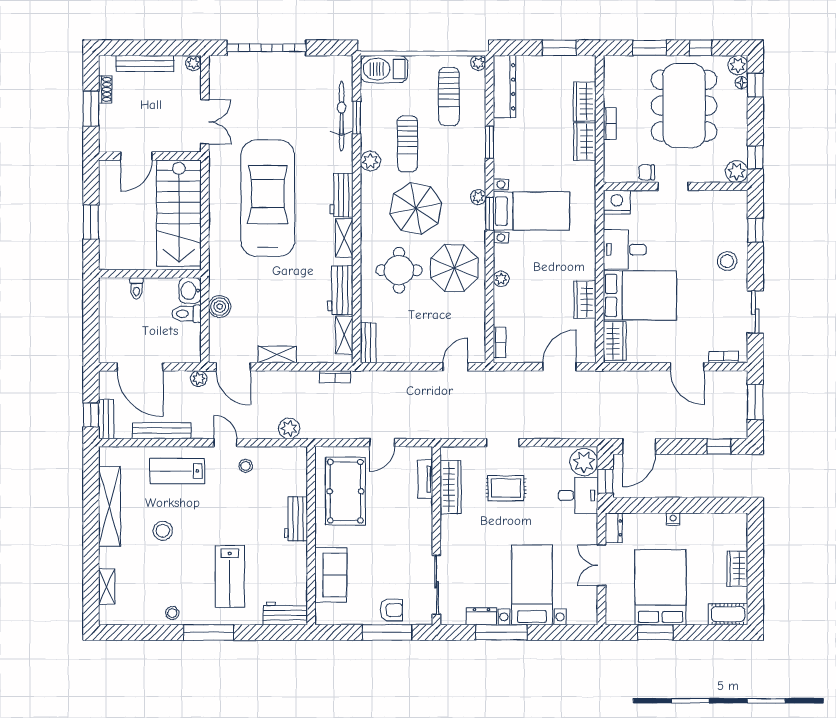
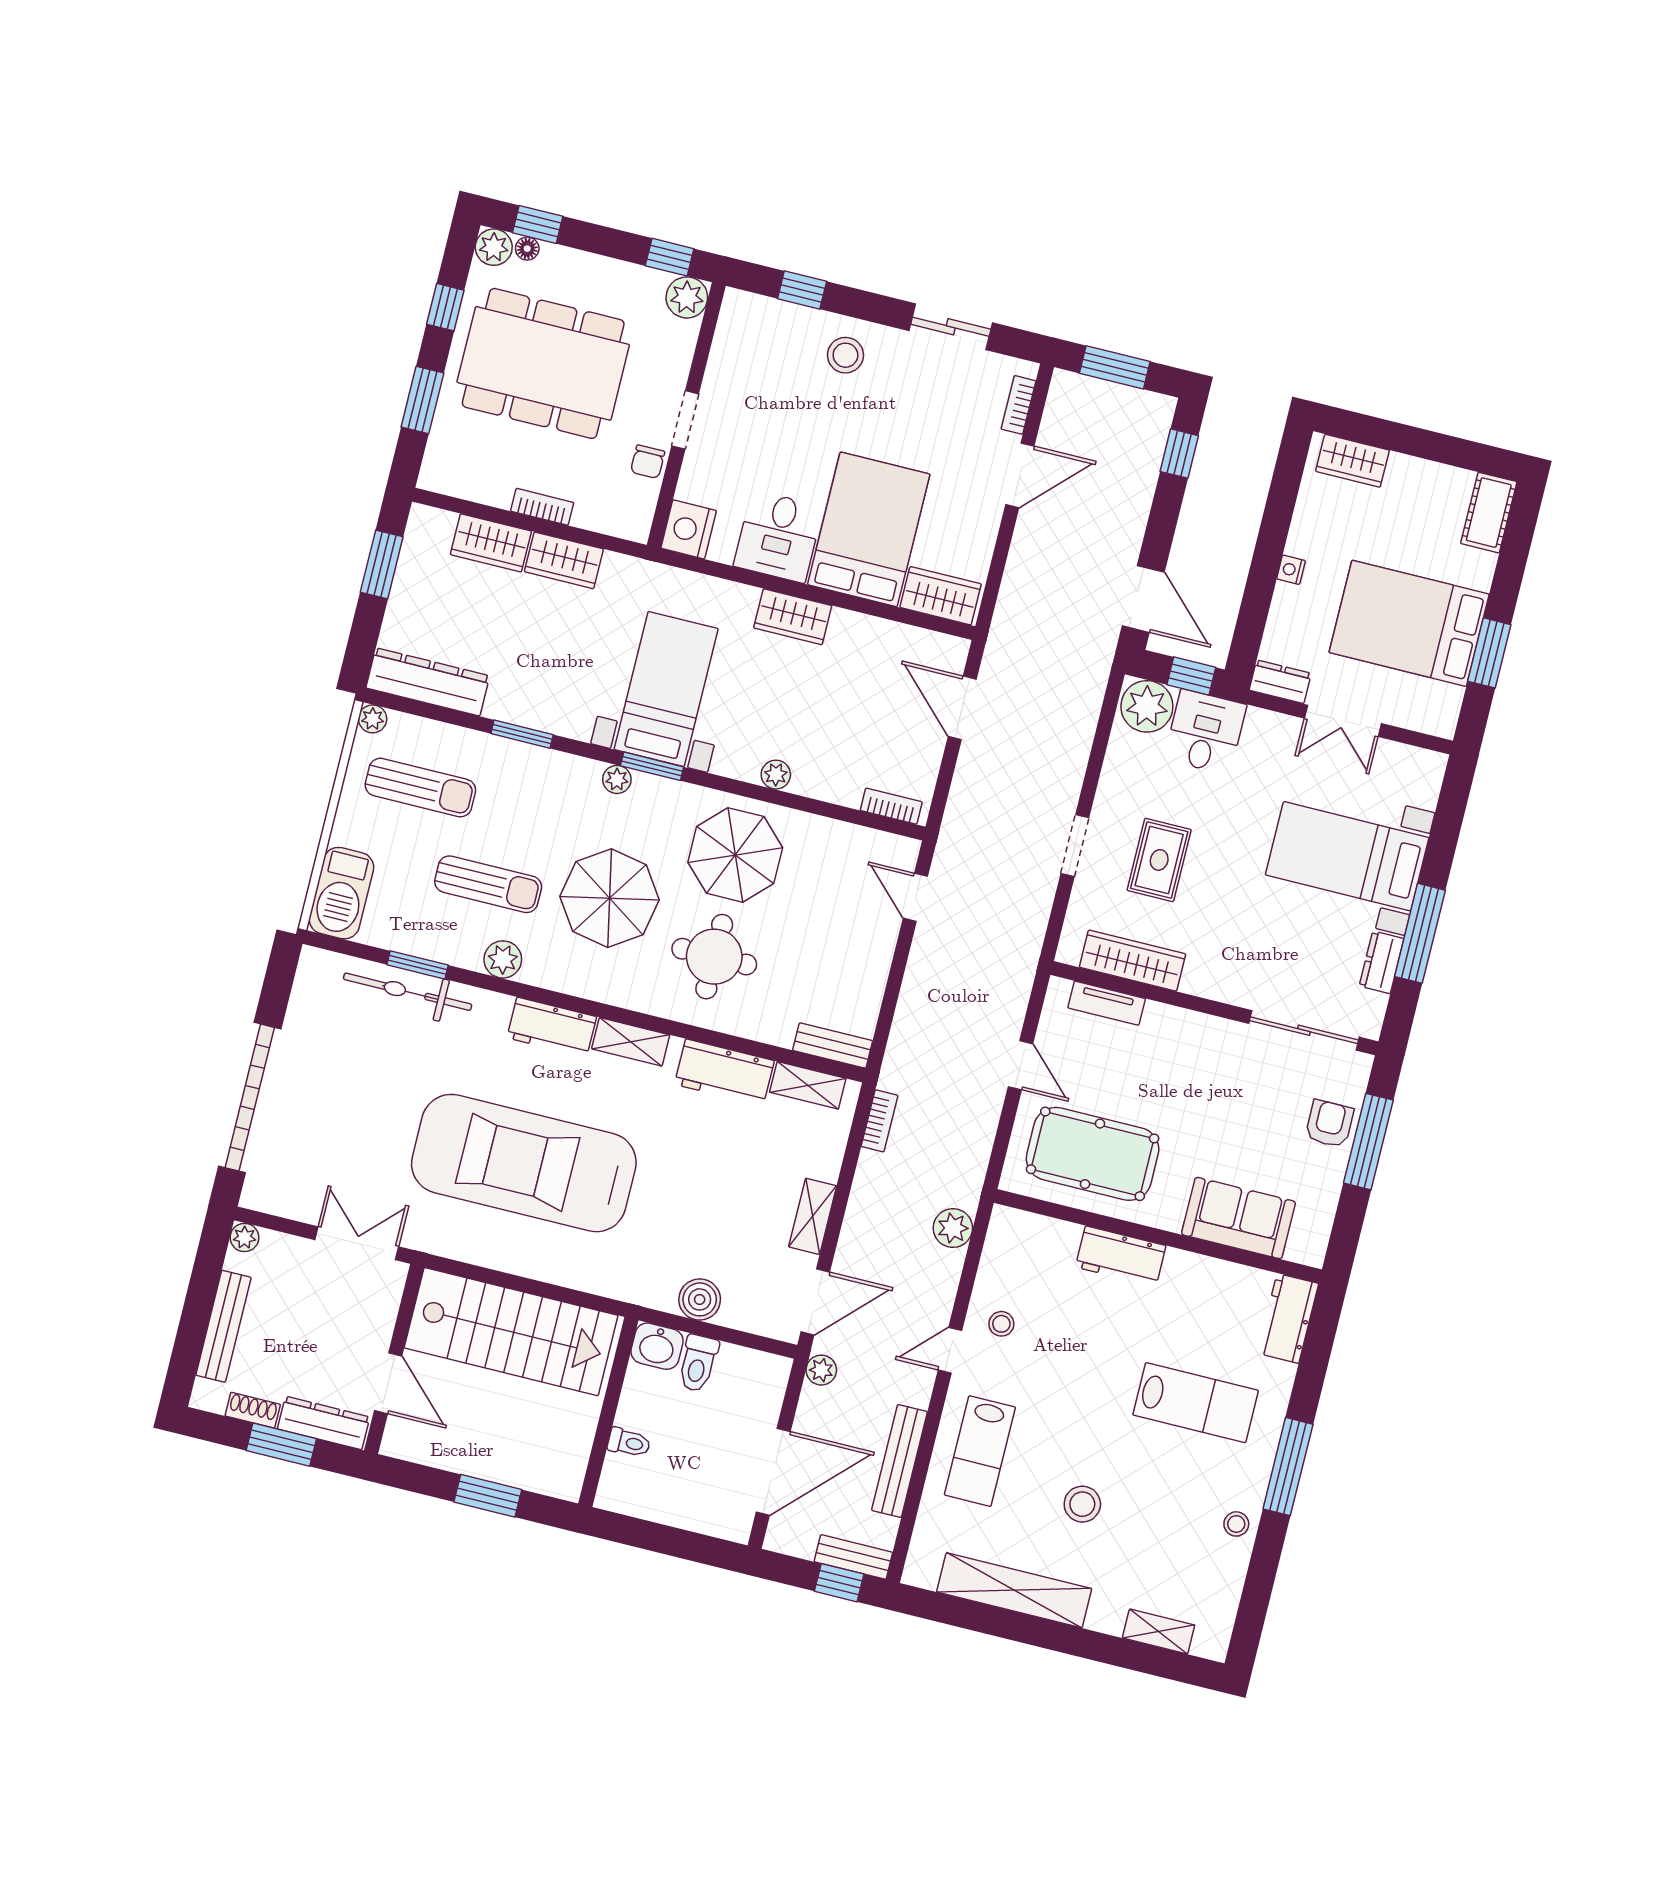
dresser: (108, 128) -> (324, 1423), added
wardrobe: (585, 299) -> (793, 617), moved
wardrobe: (737, 569) -> (1352, 461), moved

